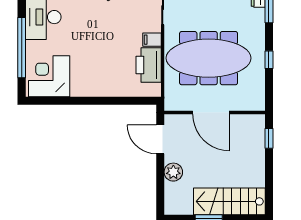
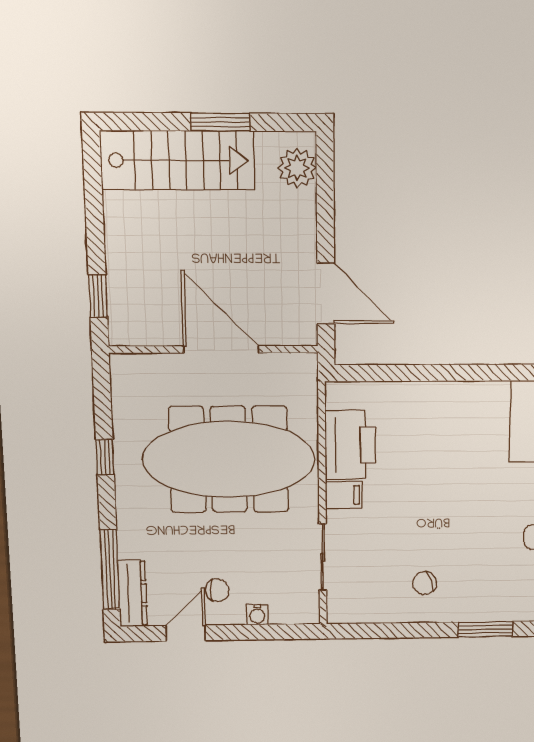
plant: (173, 172) -> (297, 168), moved

